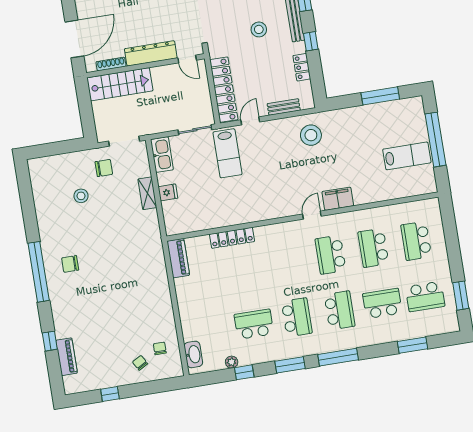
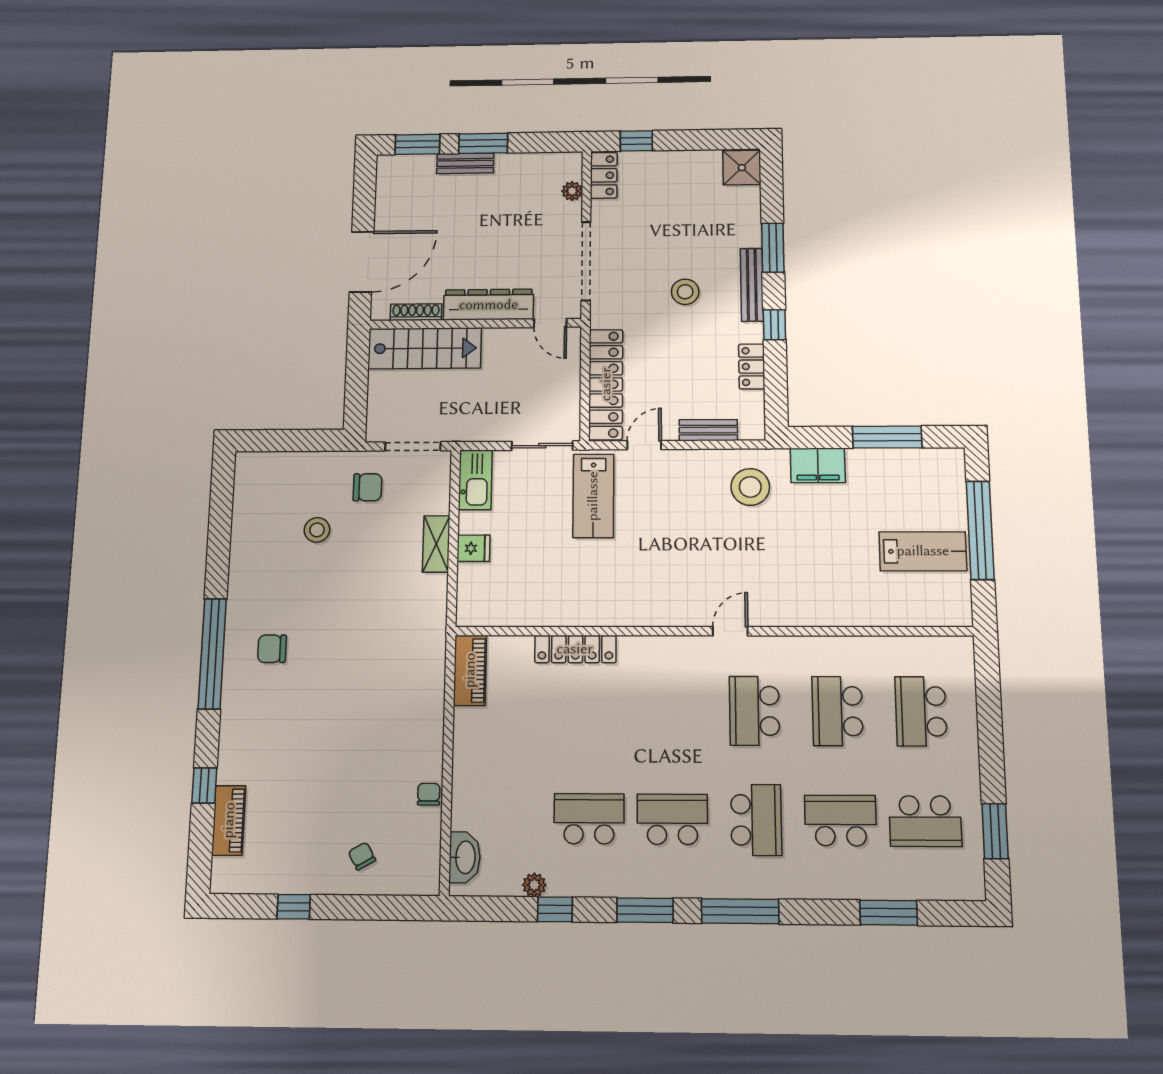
filing cabinet: (338, 199) -> (818, 465), moved, turned 180
school desk: (297, 317) -> (672, 819), turned -90
chair: (160, 348) -> (429, 794), moved

